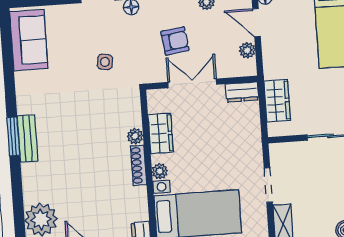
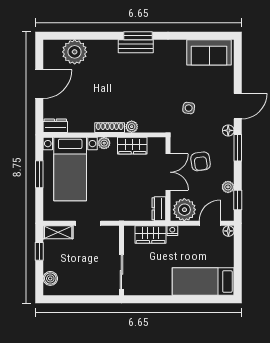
plant: (247, 50) -> (184, 210), width x1.88, depth x1.88
nightstand: (270, 72) -> (172, 231), added

